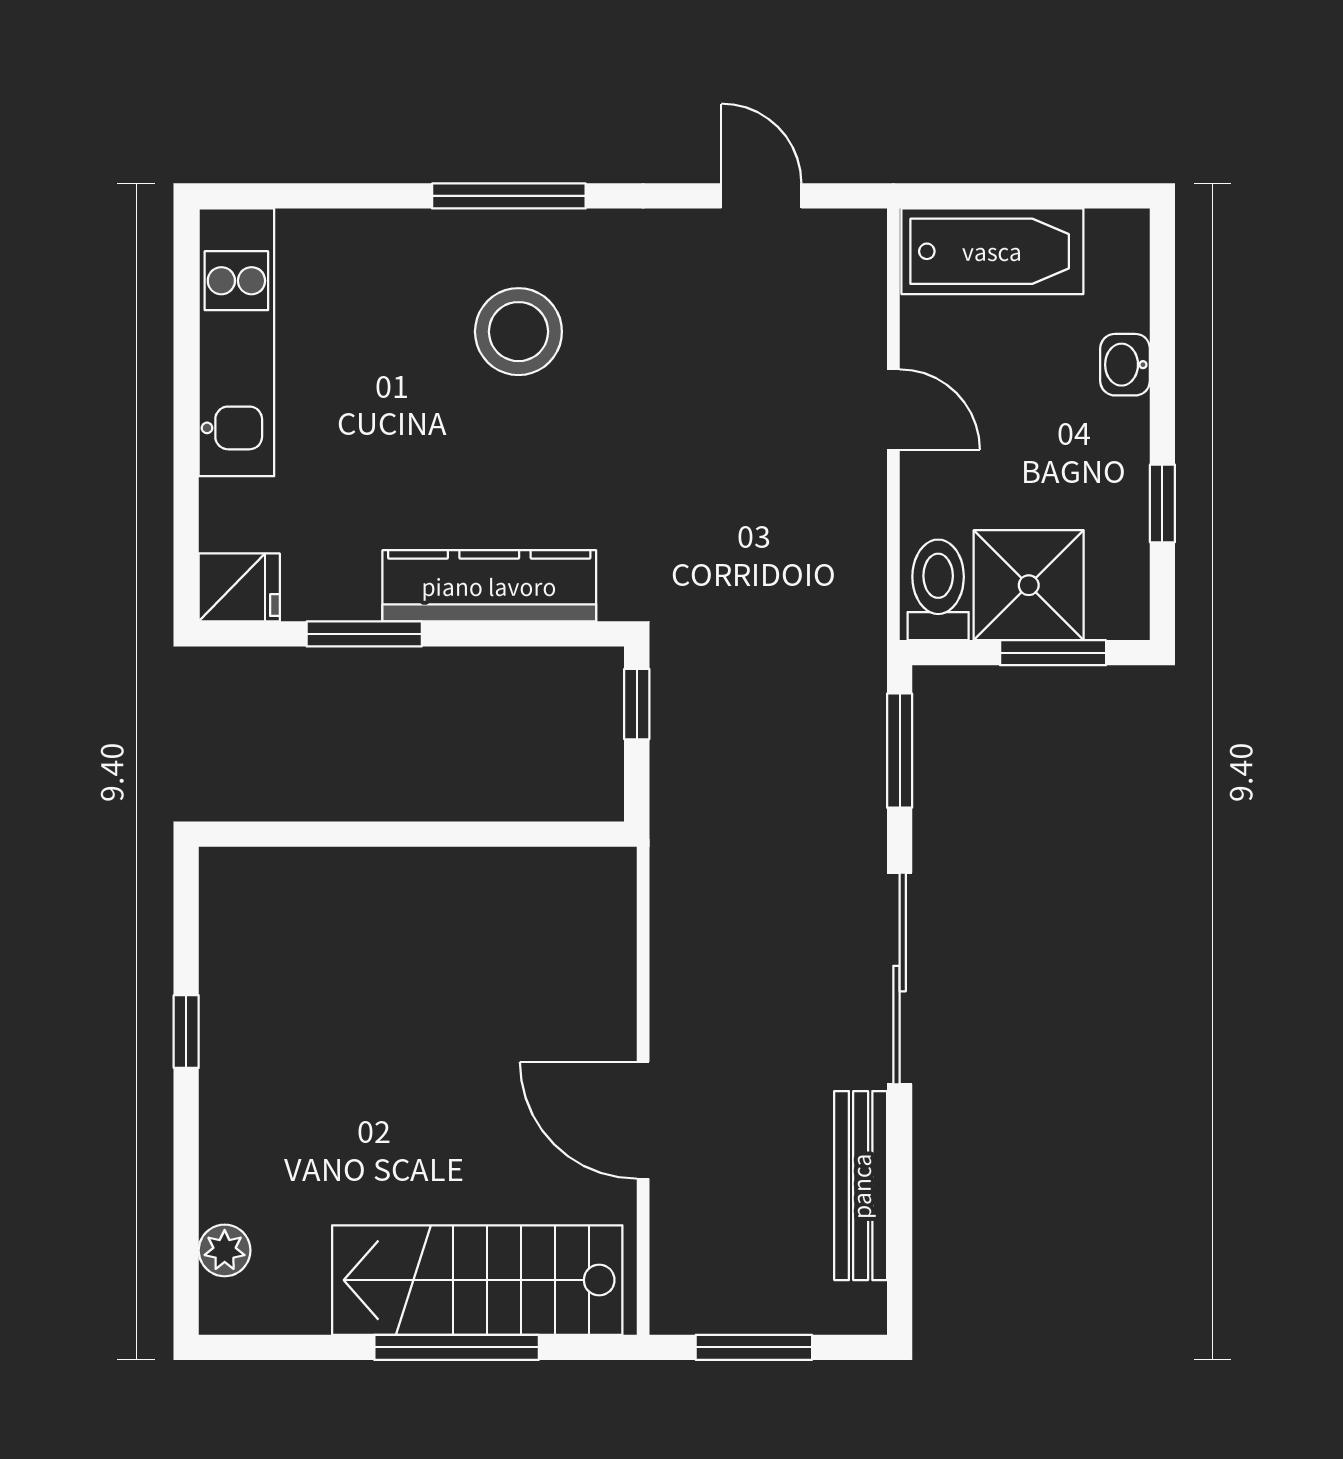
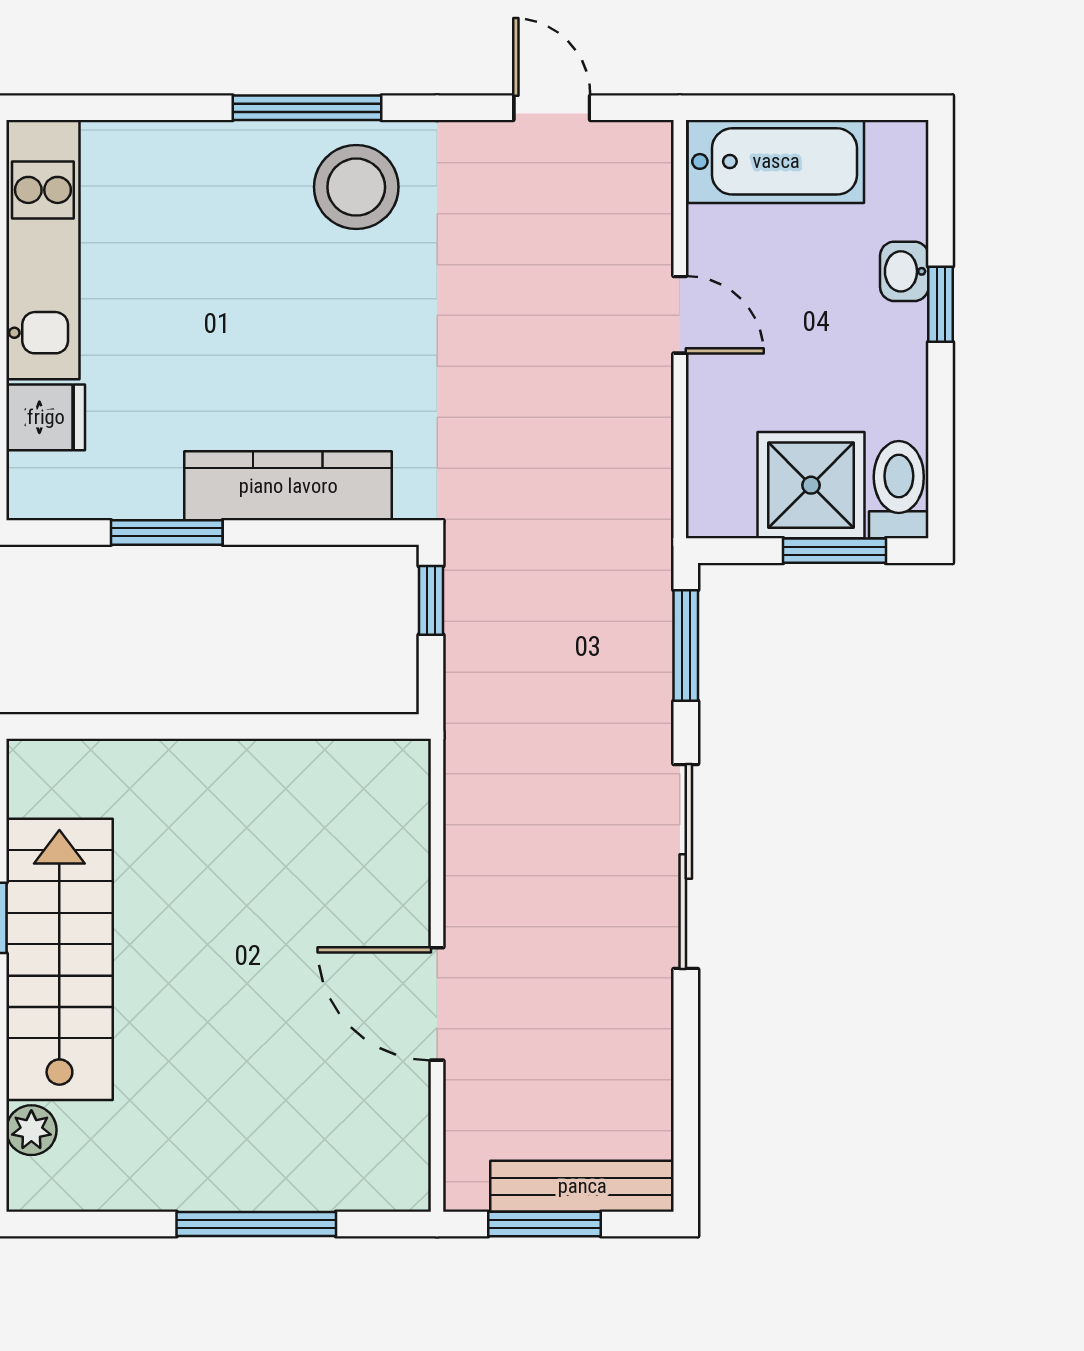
stool: (518, 332) -> (356, 187), moved
window: (1162, 503) -> (941, 304), moved
fridge: (239, 587) -> (46, 417), moved
toilet: (938, 590) -> (899, 490), moved
bench: (861, 1186) -> (582, 1186), moved, turned 90
stairs: (477, 1280) -> (59, 959), moved, turned 90

